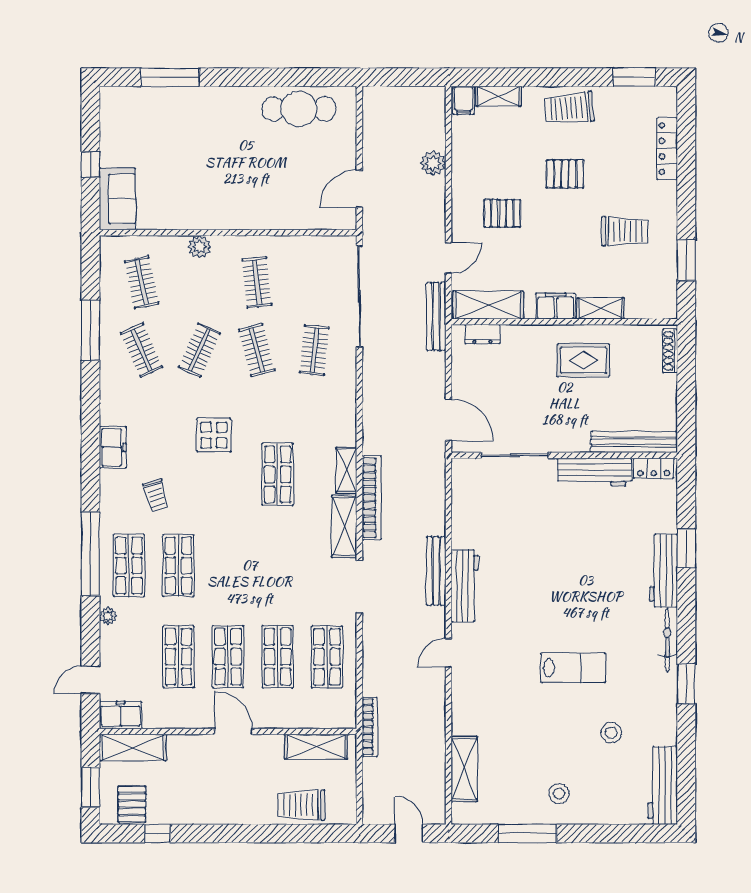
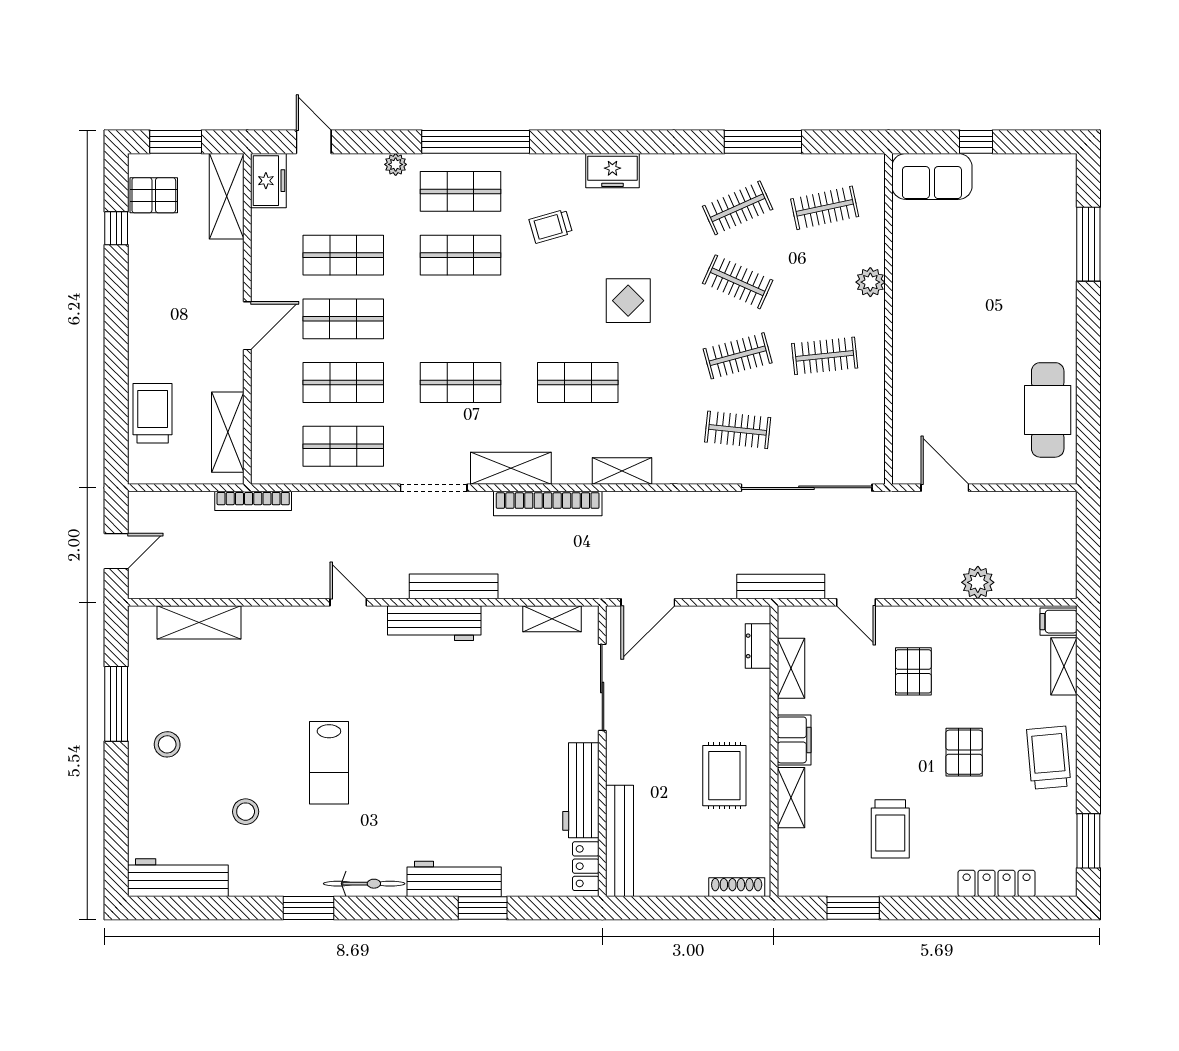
shelving: (488, 305) -> (791, 668), width x0.67, depth x0.75
shelving: (346, 470) -> (622, 471), moved
shelving: (461, 494) -> (552, 619), added
shop shelf: (278, 566) -> (461, 383), added

